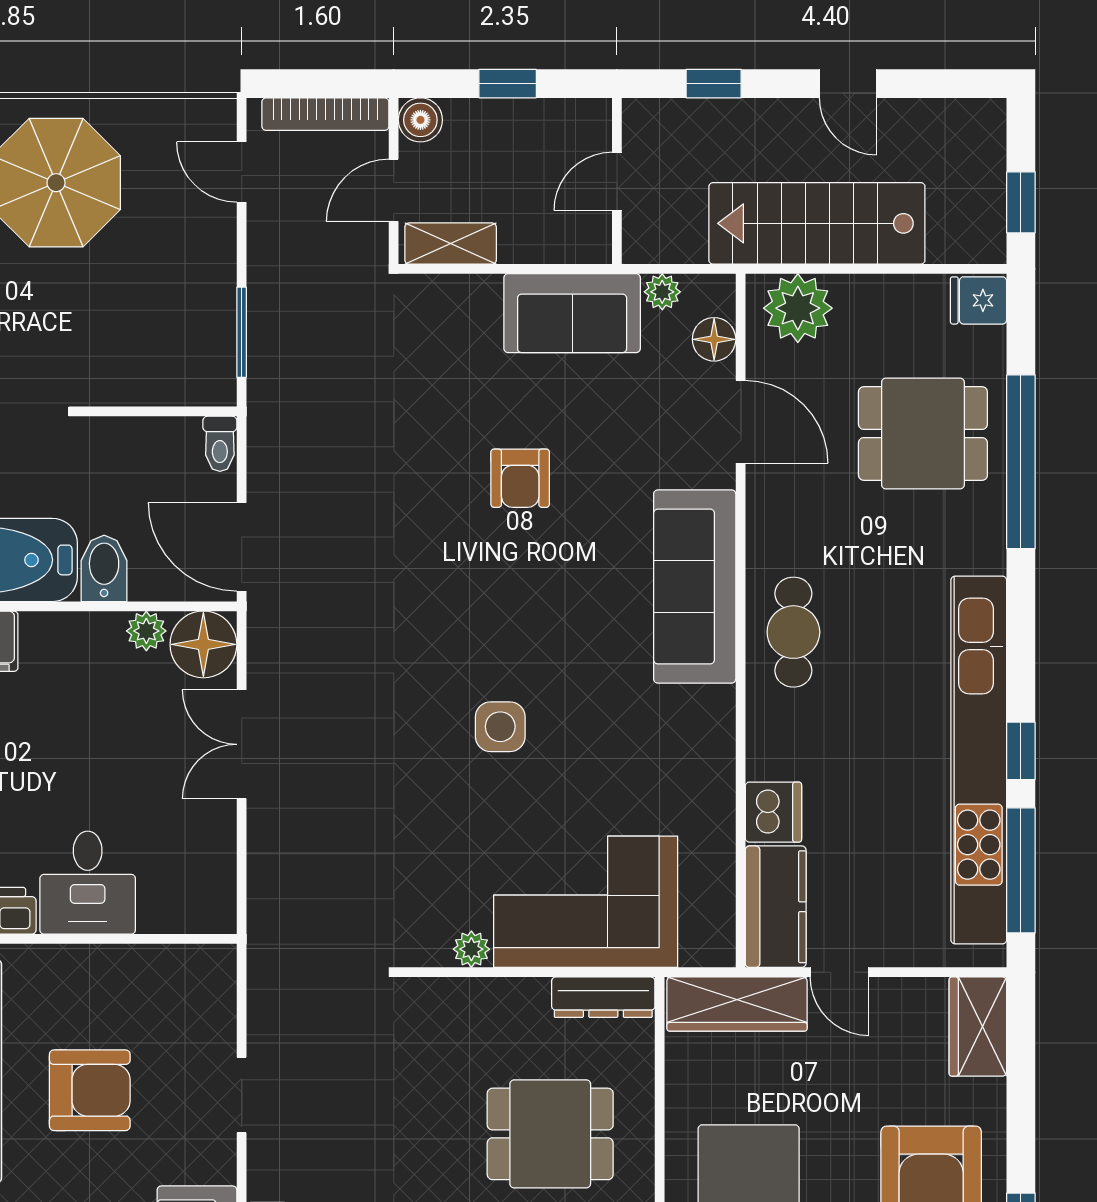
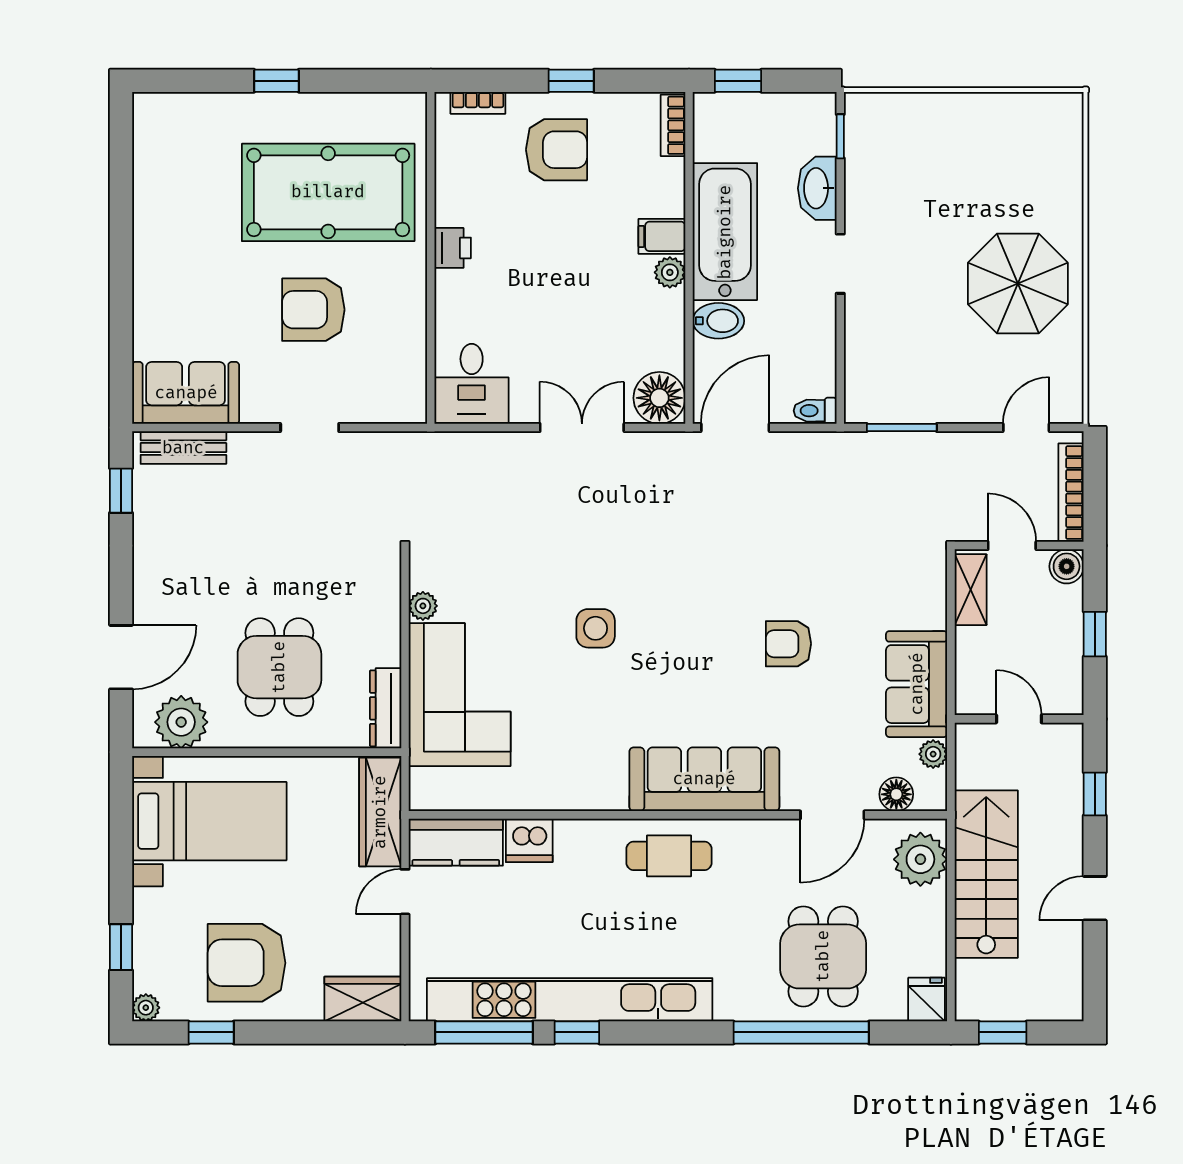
plant: (146, 631) -> (670, 272), moved
desk: (88, 883) -> (472, 384), moved, turned -90
armchair: (90, 1090) -> (313, 310), turned 90

